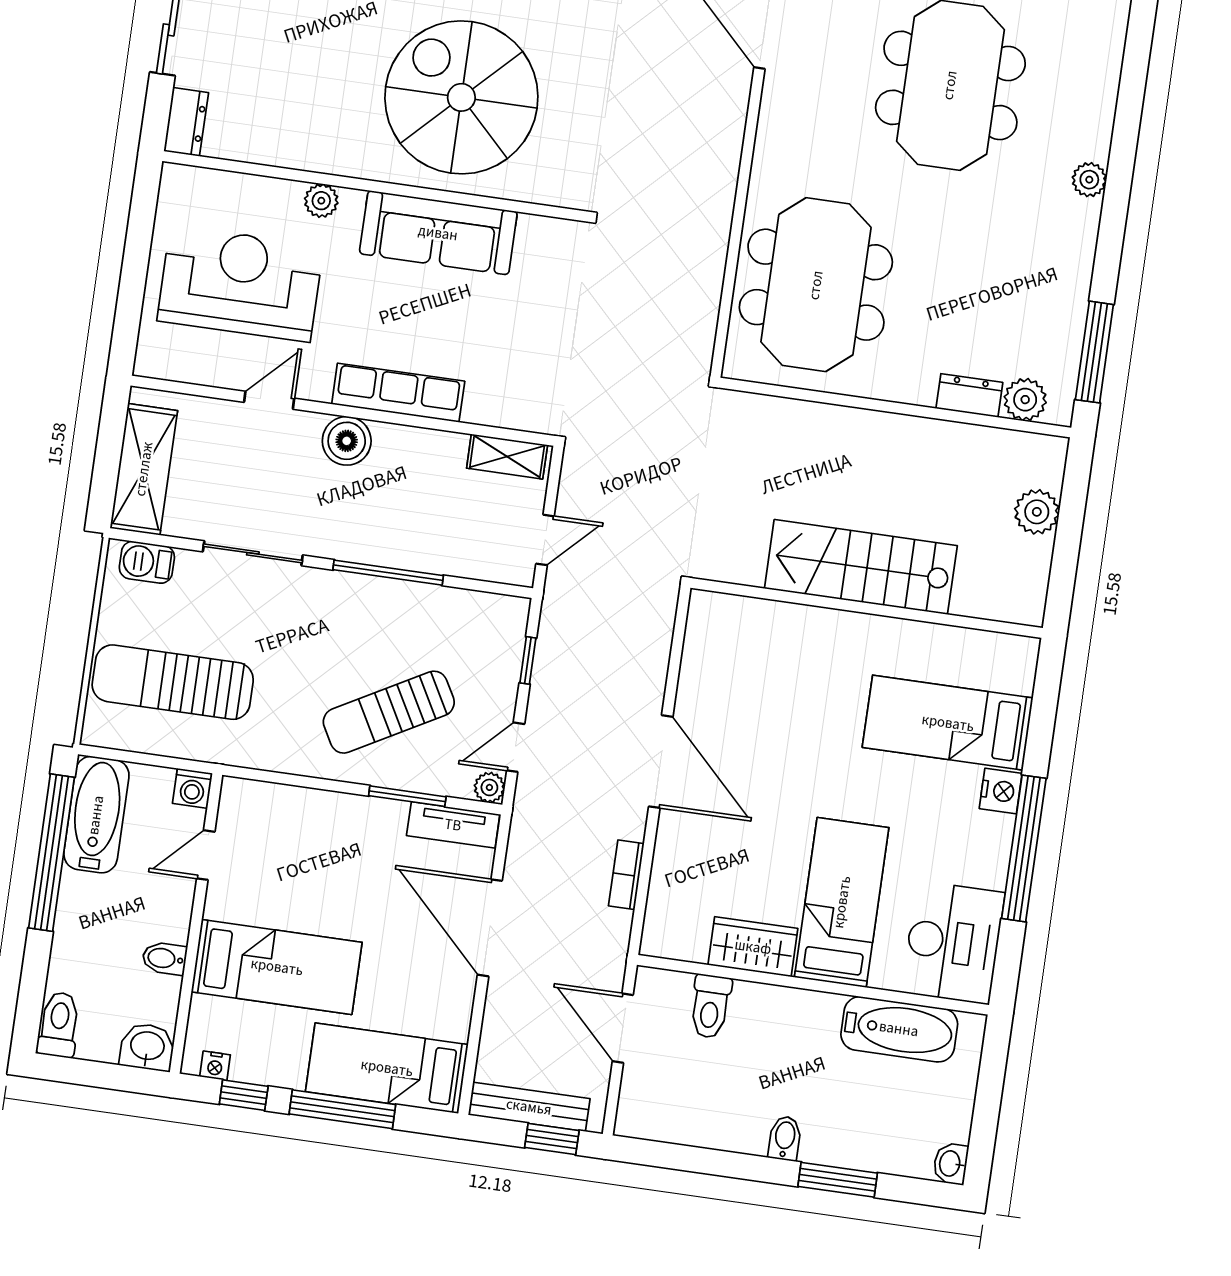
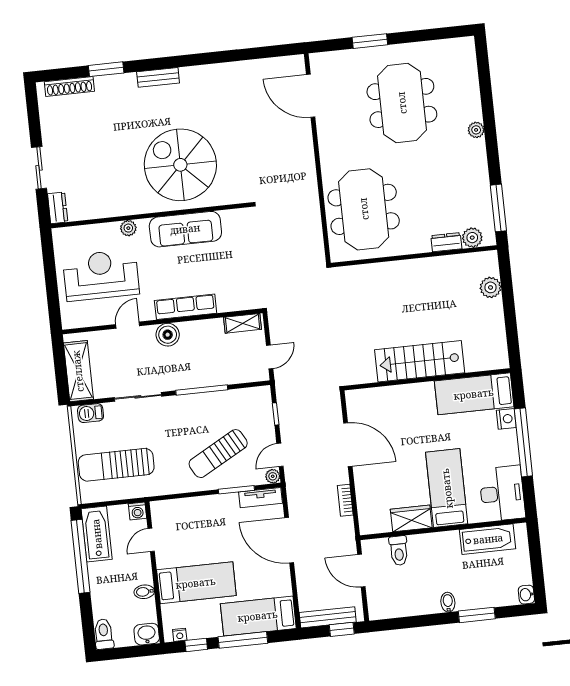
stairs: (861, 567) -> (420, 361), moved
wall: (867, 608) -> (427, 379), moved

